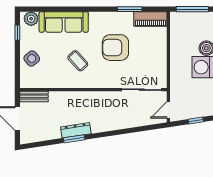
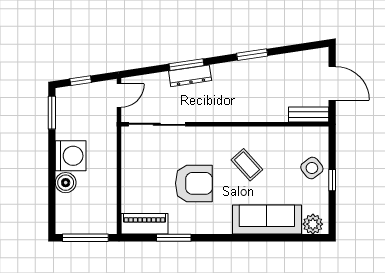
window: (17, 33) -> (332, 180), moved
dresser: (76, 130) -> (190, 76), moved
window: (121, 132) -> (187, 65), added

